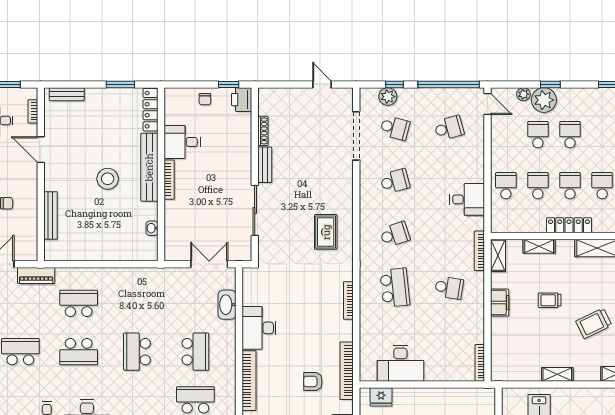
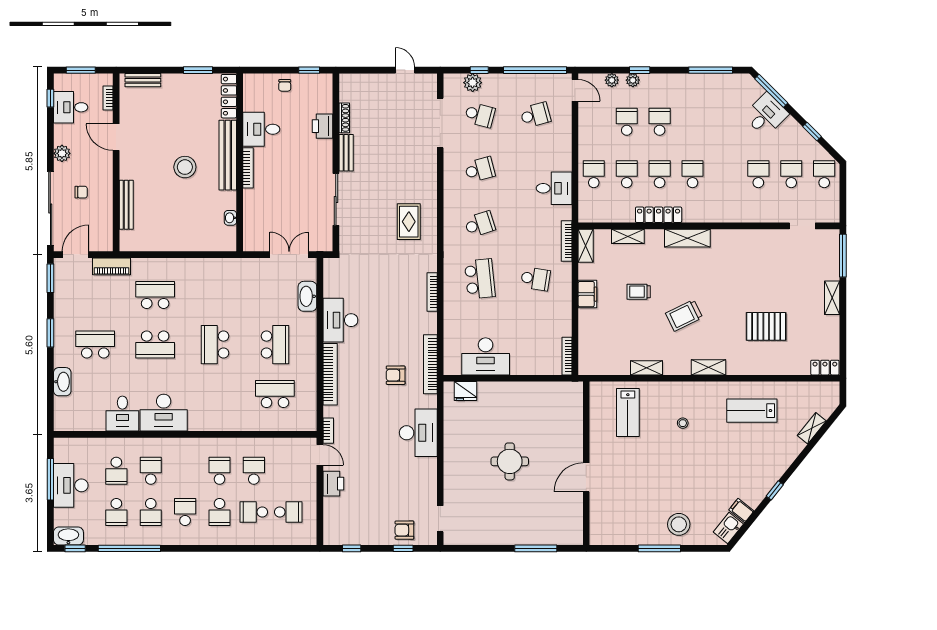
printer: (242, 100) -> (322, 126), moved
plant: (544, 100) -> (633, 80), width x0.53, depth x0.53

